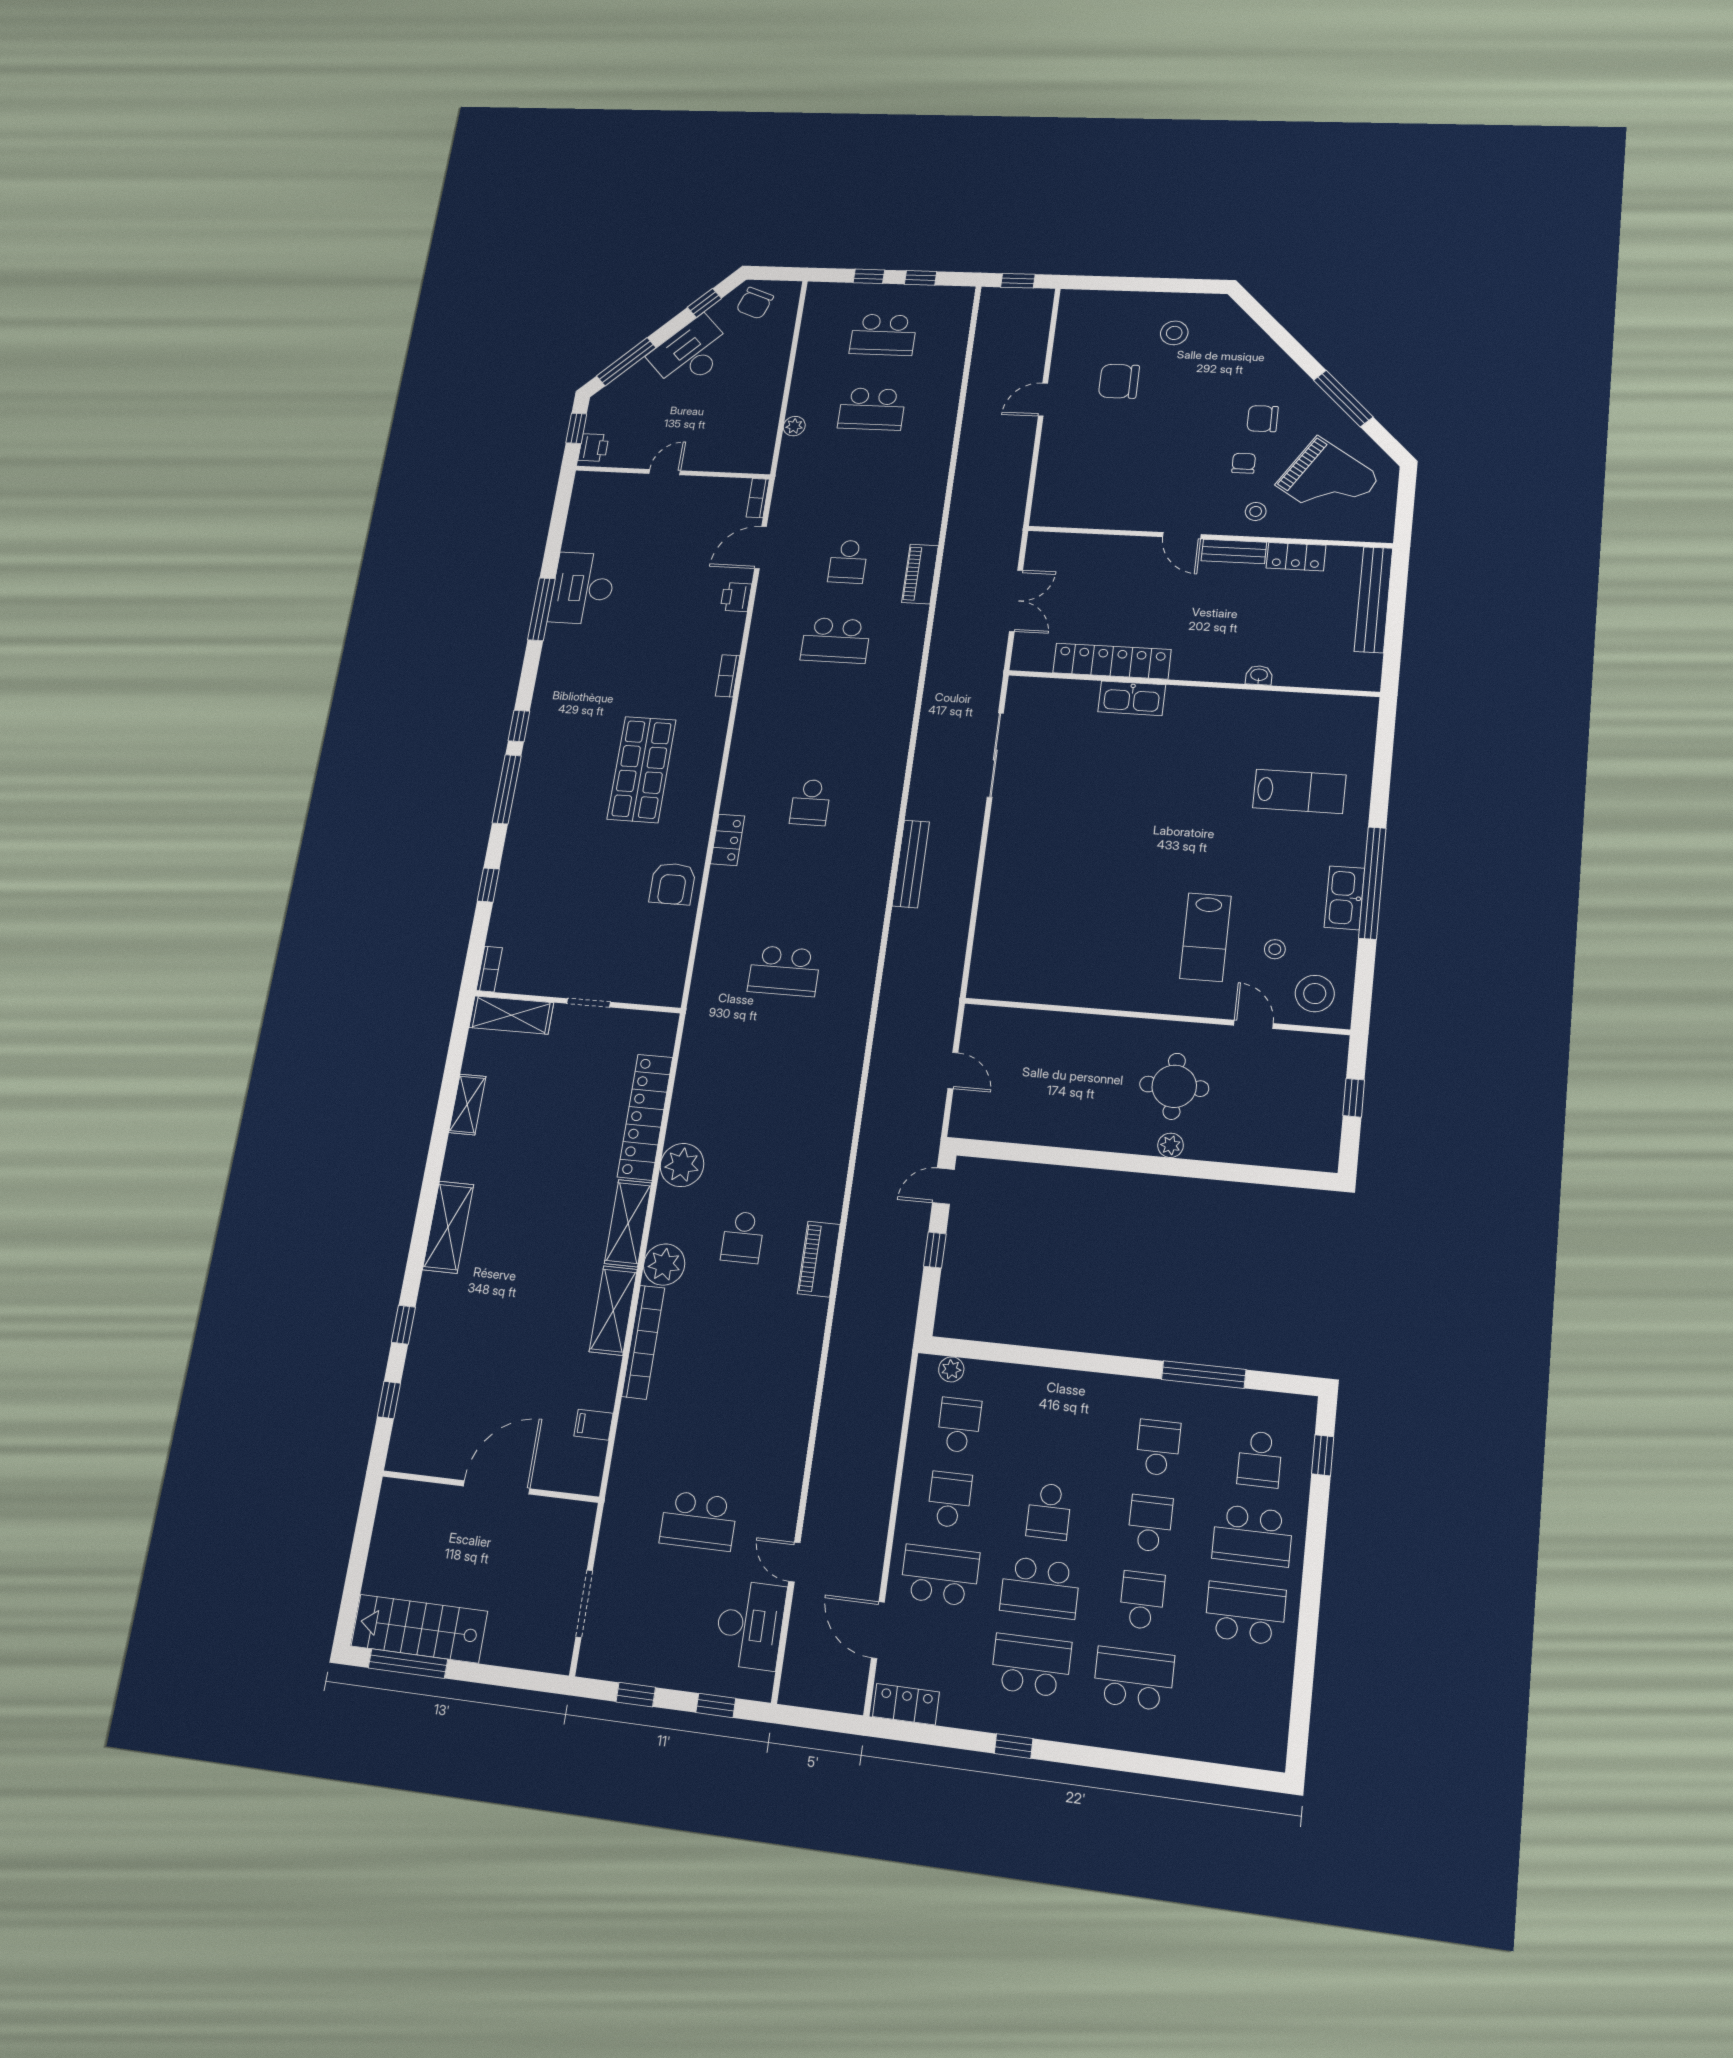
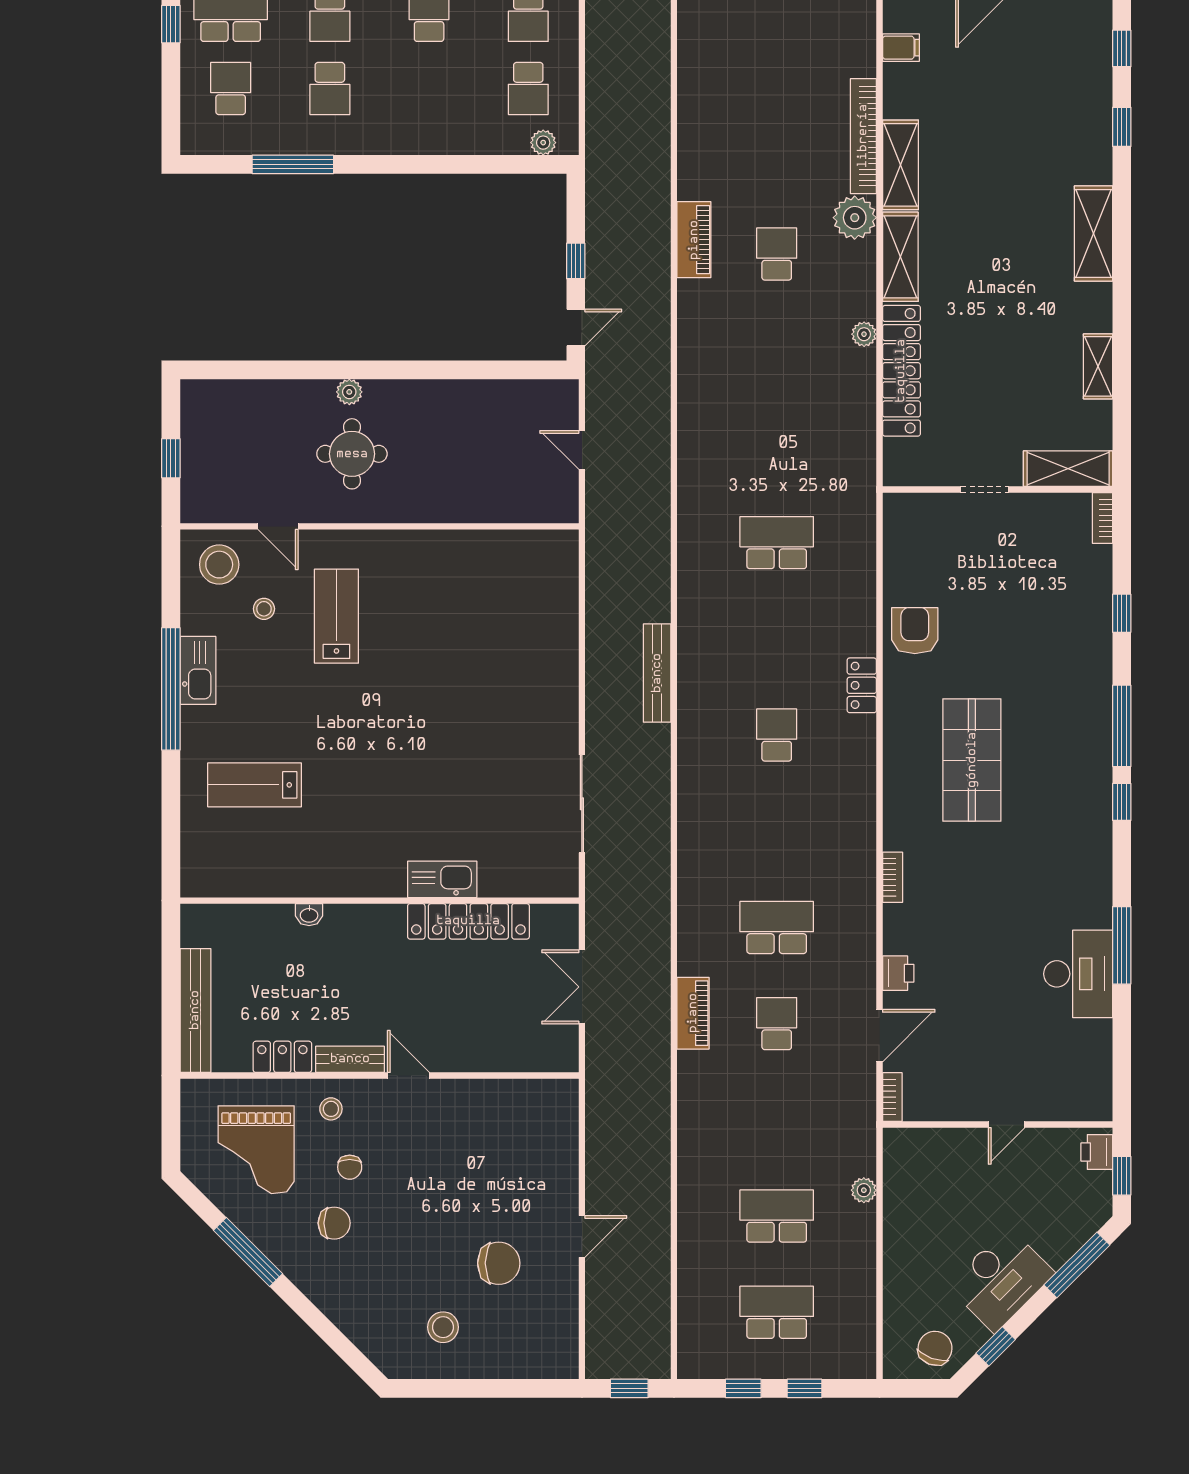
grand piano: (1328, 481) -> (256, 1150), turned -123
plant: (682, 1165) -> (864, 334), width x0.53, depth x0.53
window: (1323, 1455) -> (171, 24), moved

